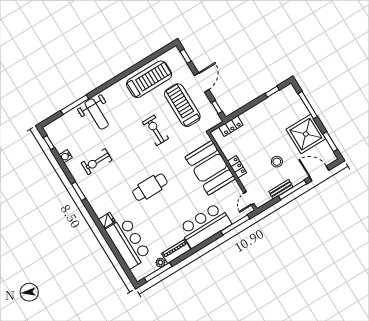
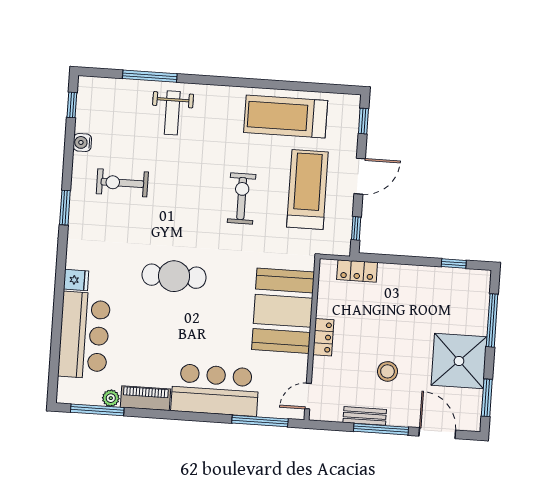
treadmill: (149, 79) -> (286, 117), turned 180
weight bench: (97, 114) -> (172, 113), width x0.73, depth x0.75

